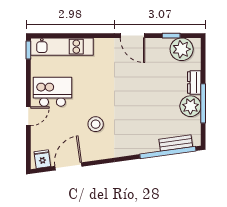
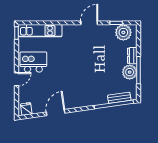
door: (132, 36) -> (89, 23), swing flipped
stool: (96, 124) -> (63, 85), removed
door: (68, 166) -> (56, 113), moved

